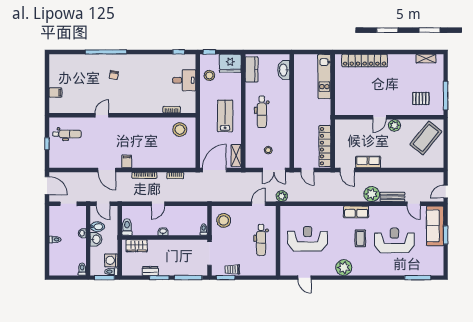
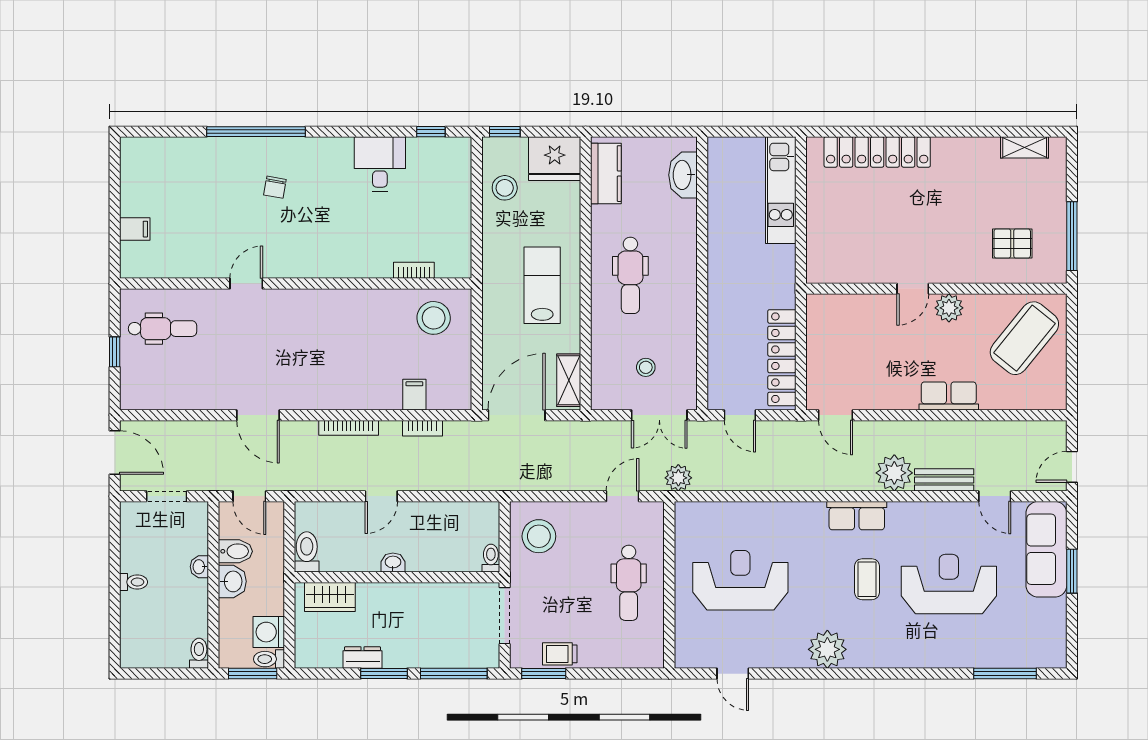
desk: (184, 80) -> (380, 164), moved, turned -90
filing cabinet: (127, 161) -> (414, 395), moved
row of seats: (368, 162) -> (949, 396), moved

